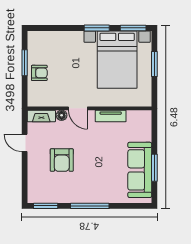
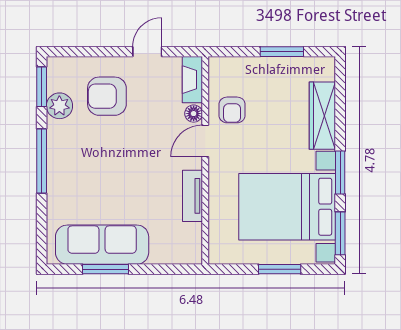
wardrobe: (63, 39) -> (322, 116), added
armchair: (39, 73) -> (232, 110), moved
armchair: (62, 160) -> (107, 96), moved
plant: (57, 195) -> (59, 106), added

